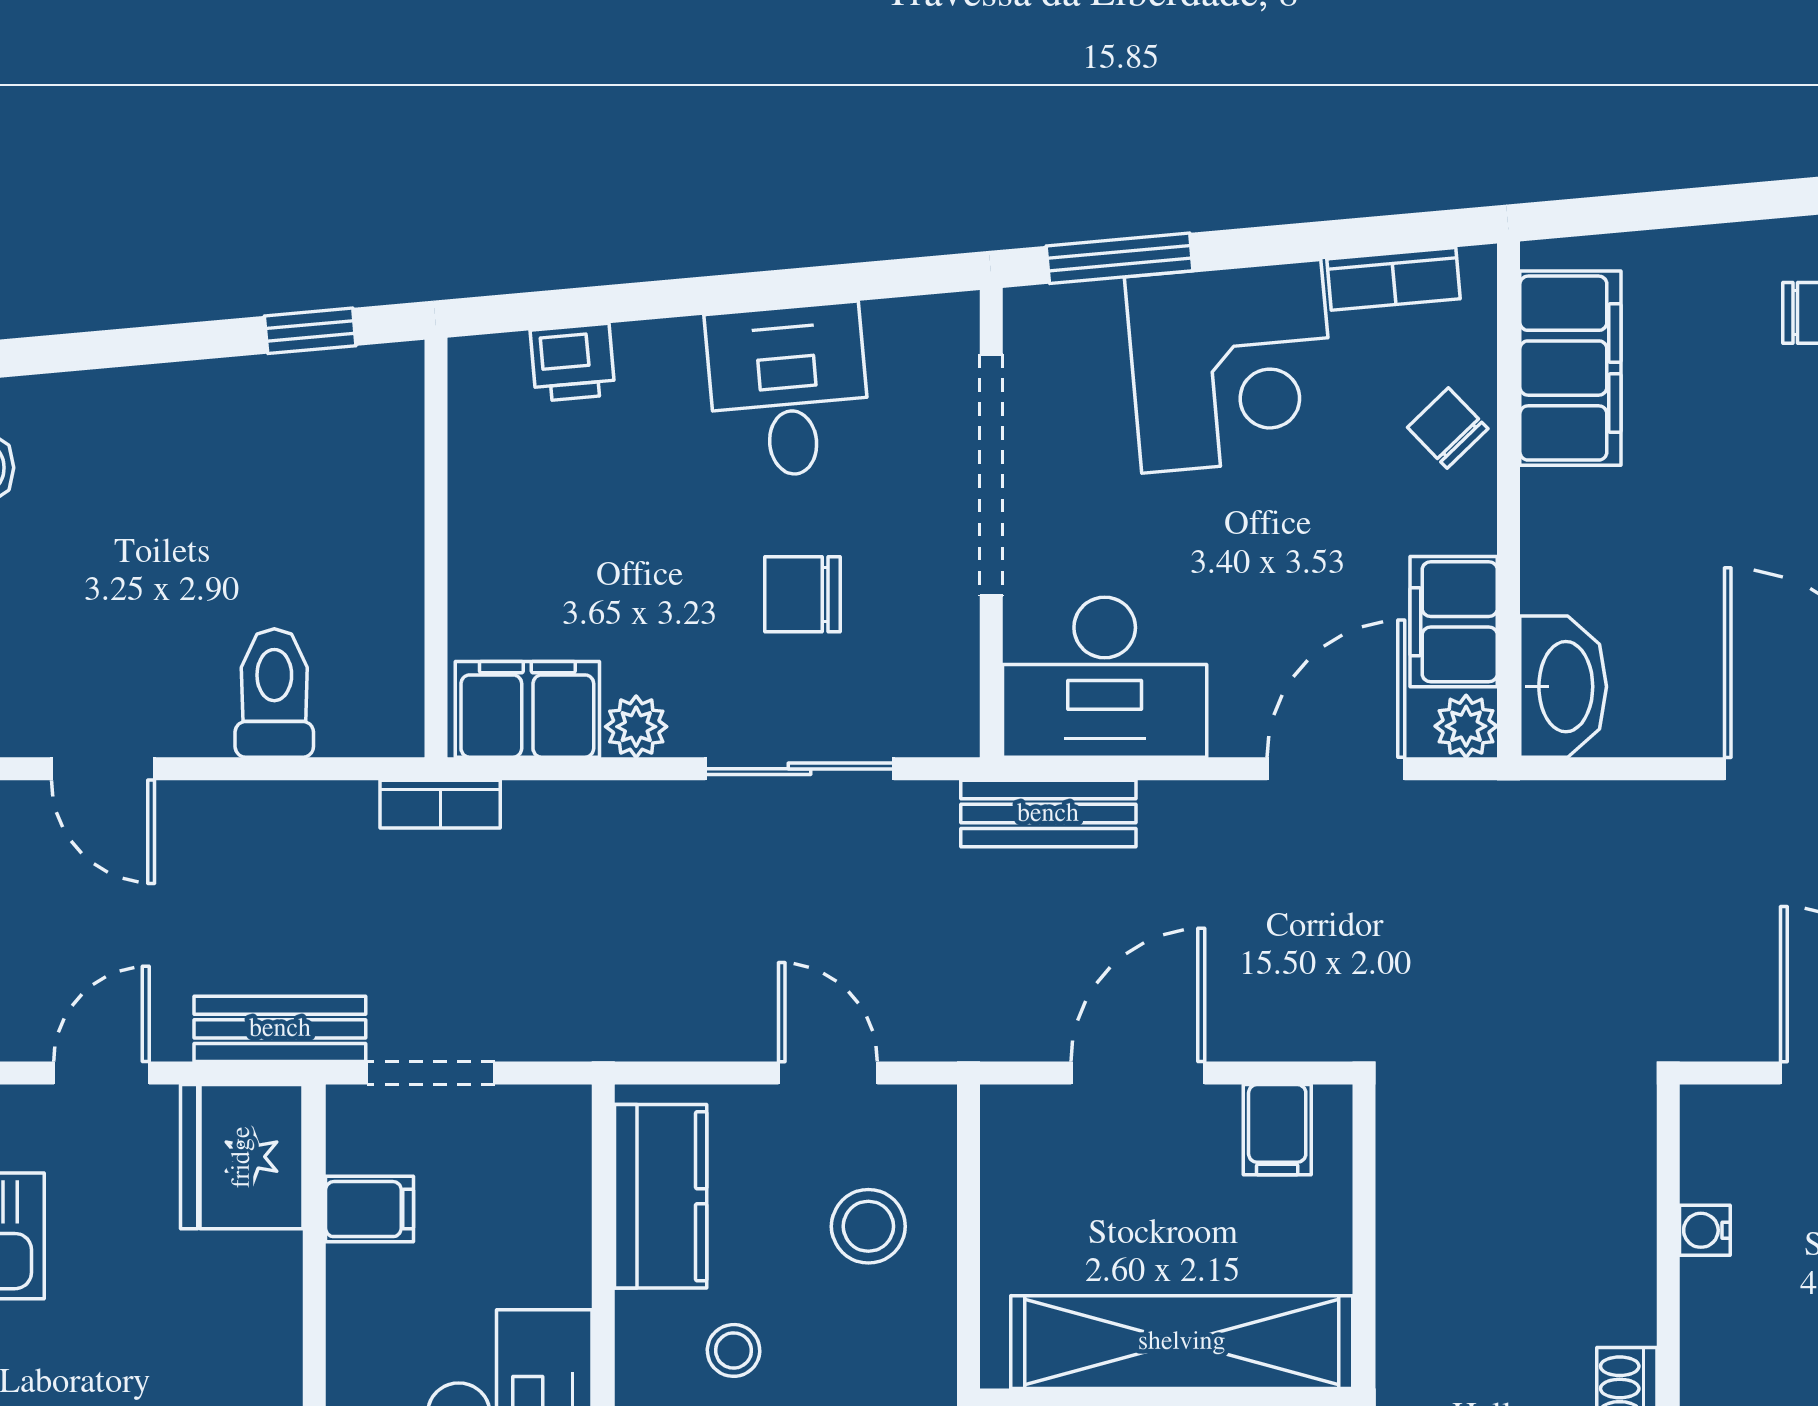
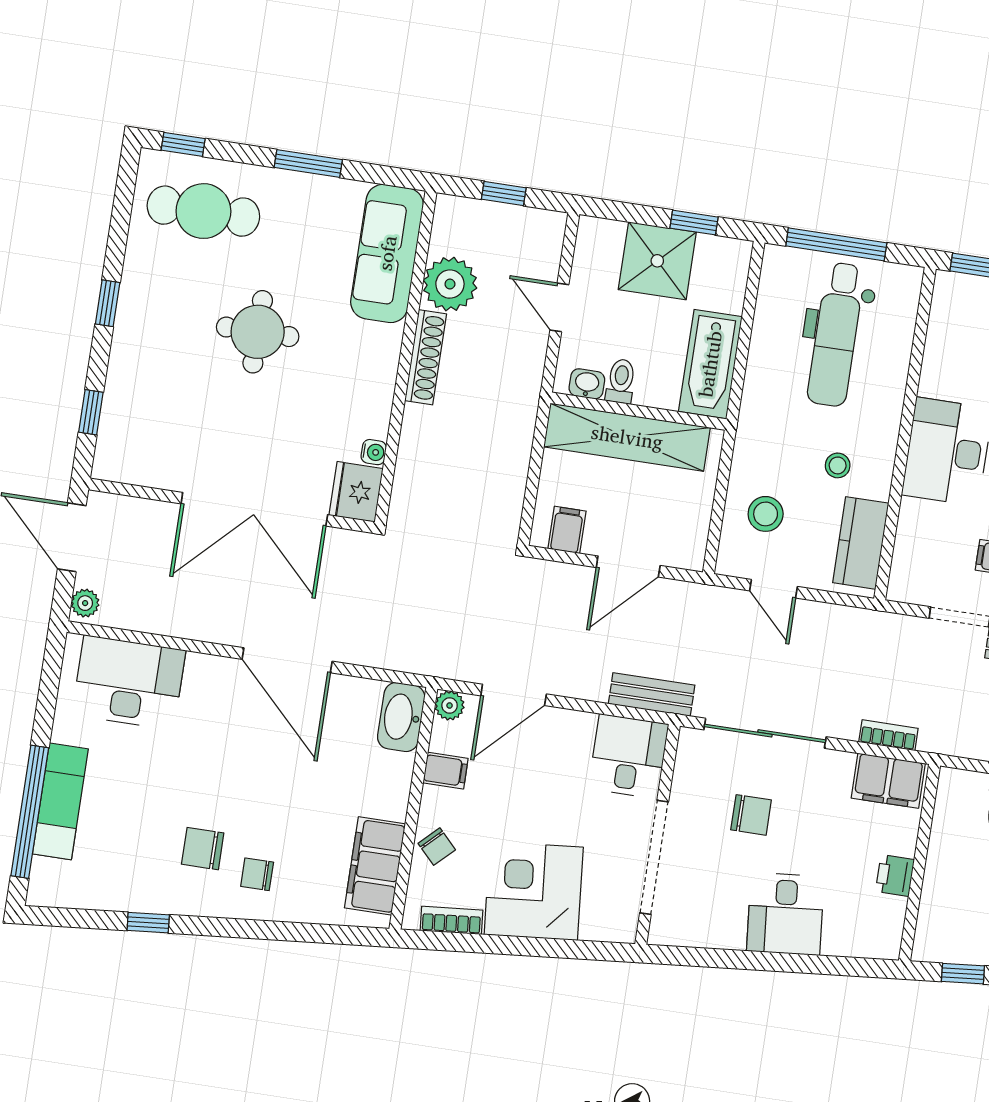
window: (1120, 258) -> (578, 950), removed
printer: (573, 362) -> (895, 876), moved, turned -85
desk: (789, 391) -> (785, 914), moved
filing cabinet: (1454, 622) -> (446, 771), width x0.50
desk: (1105, 677) -> (628, 756), width x0.73
plant: (636, 727) -> (839, 765), removed
sliding door: (800, 769) -> (765, 733), width x1.37
bookcase: (440, 804) -> (888, 735), moved
fridge: (1729, 1142) -> (356, 492), added

